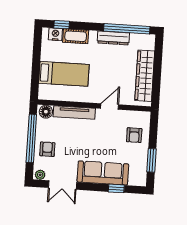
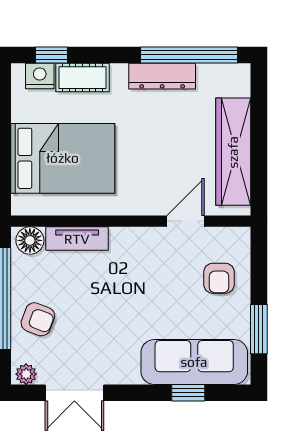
bed: (64, 74) -> (63, 158), width x1.50
door: (110, 107) -> (186, 221), moved
tv unit: (74, 113) -> (77, 239), width x0.71
armchair: (47, 149) -> (38, 319), turned 111
sofa: (103, 173) -> (194, 362), moved

